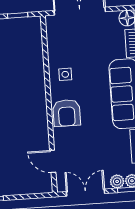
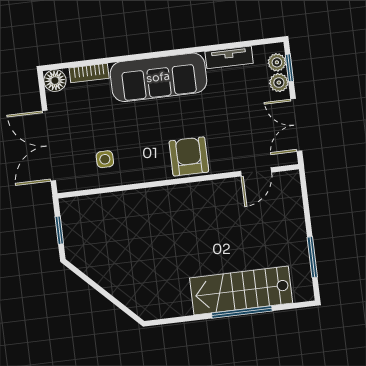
side table: (65, 74) -> (105, 159), moved
armchair: (67, 113) -> (189, 156), turned -90

